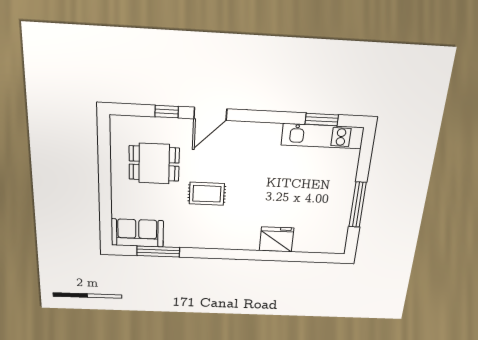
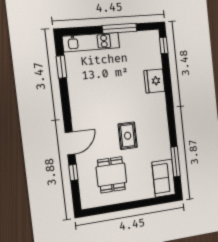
door: (210, 114) -> (70, 143), hinge flipped
kitchen unit: (323, 136) -> (91, 42), moved, turned 90
window: (322, 258) -> (164, 45), added

